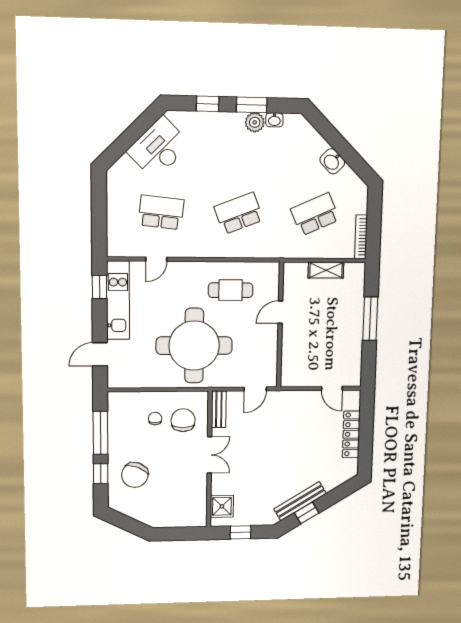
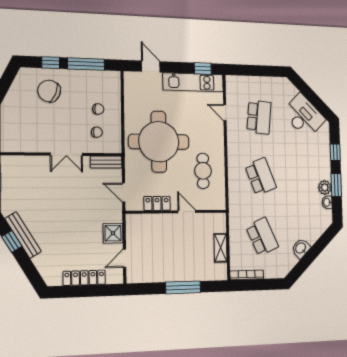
locker: (269, 349) -> (157, 203), added
chair: (183, 420) -> (97, 132), width x0.54, depth x0.54
shower: (222, 506) -> (113, 233), moved

